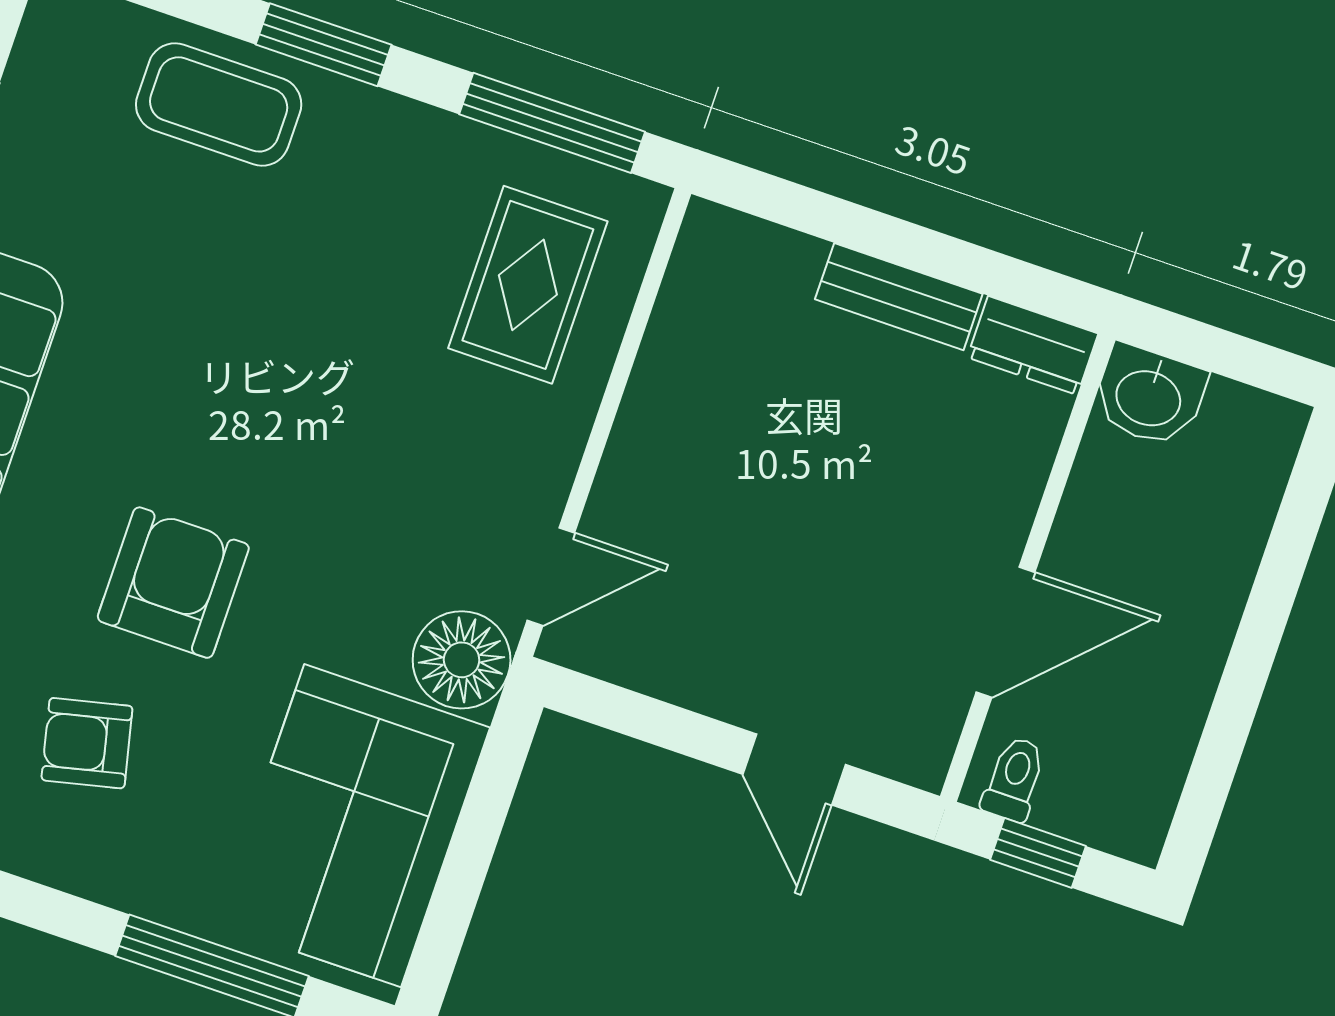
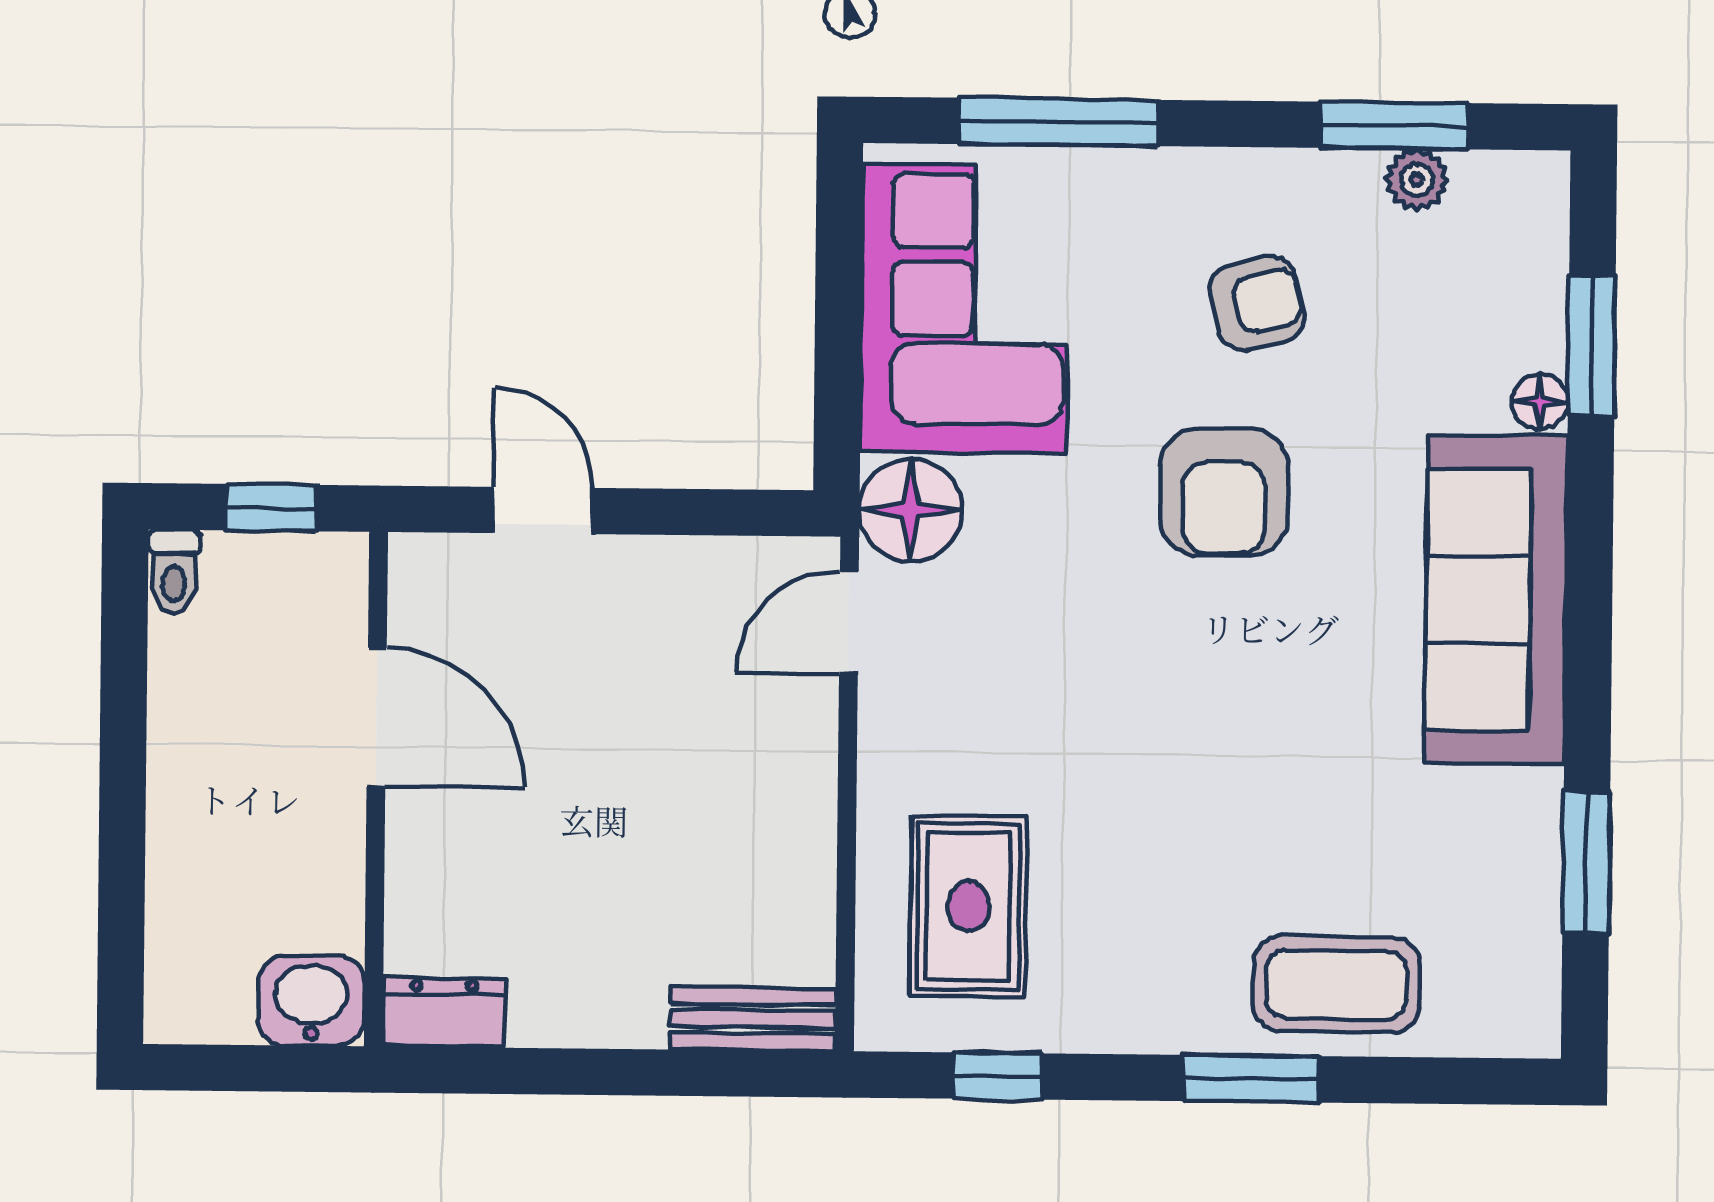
window: (552, 123) -> (997, 1076), width x0.46
bench: (899, 297) -> (753, 1019), moved
door: (1005, 632) -> (377, 717), swing flipped
toilet: (1014, 779) -> (174, 572), moved

